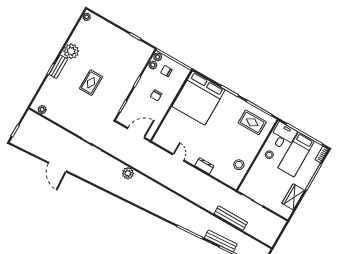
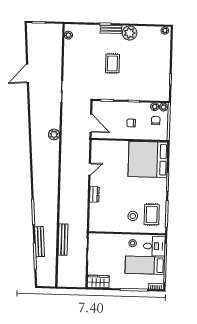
rug: (91, 83) -> (112, 63), turned 90
stool: (239, 165) -> (133, 216), moved
wardrobe: (293, 197) -> (98, 281), moved

